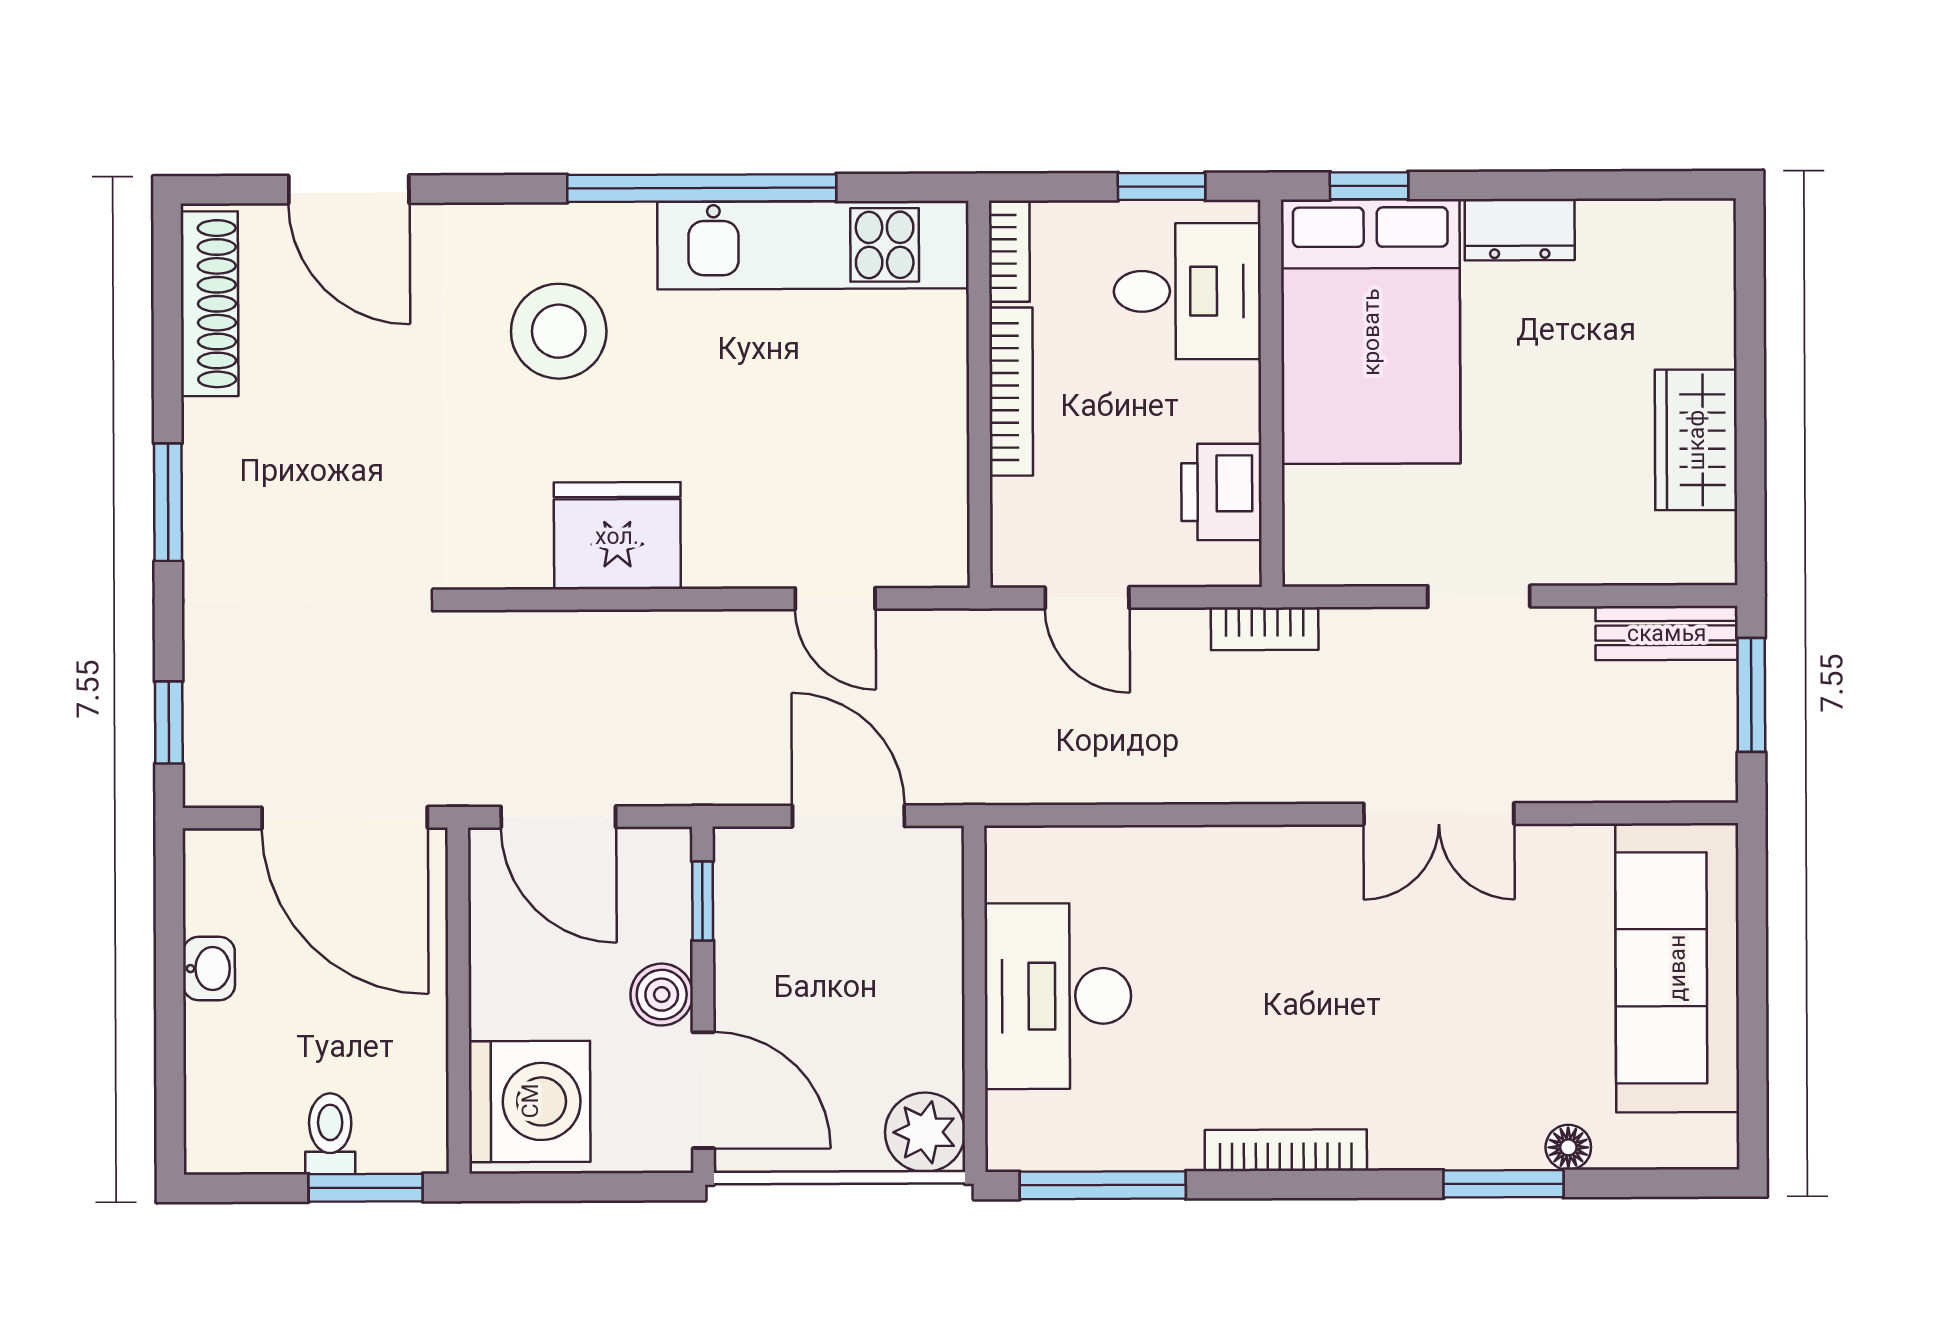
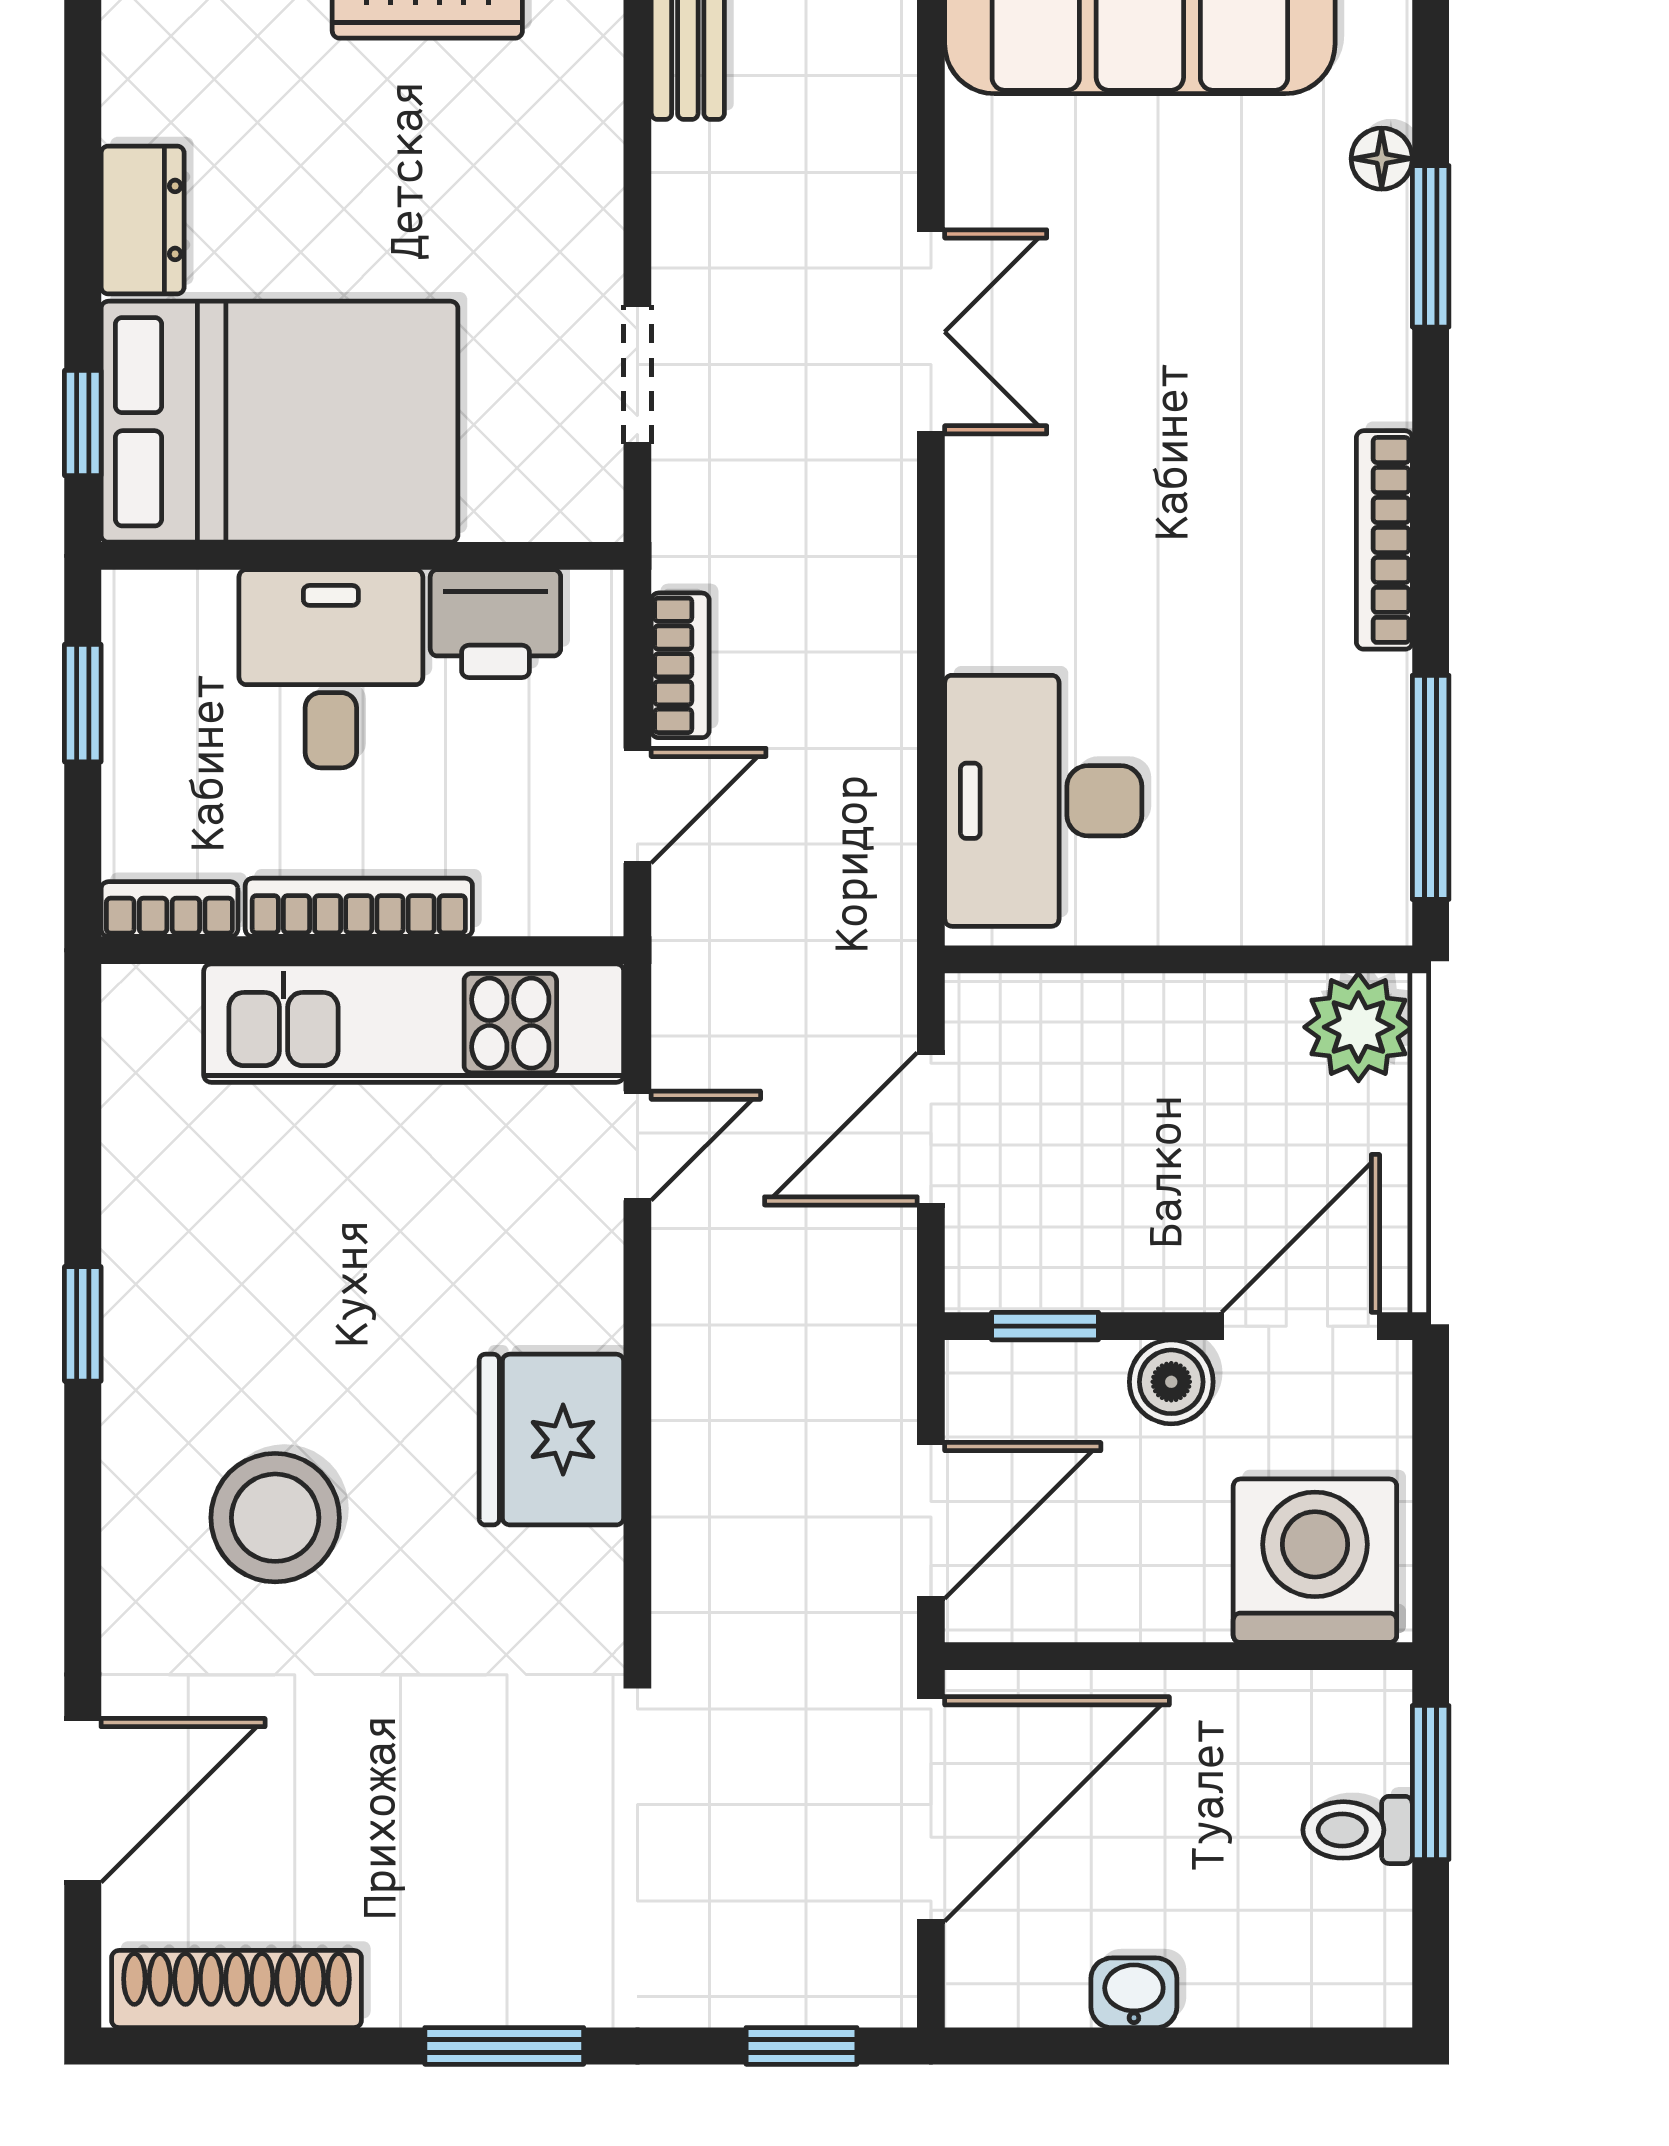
window: (702, 188) -> (83, 1324), width x0.32
kitchen unit: (813, 245) -> (414, 1023), moved, turned 90
desk: (1187, 291) -> (331, 669), moved
doorway: (1479, 596) -> (637, 375), moved
bookcase: (1265, 629) -> (680, 665), moved
desk: (1058, 996) -> (1043, 801), moved, turned 90

